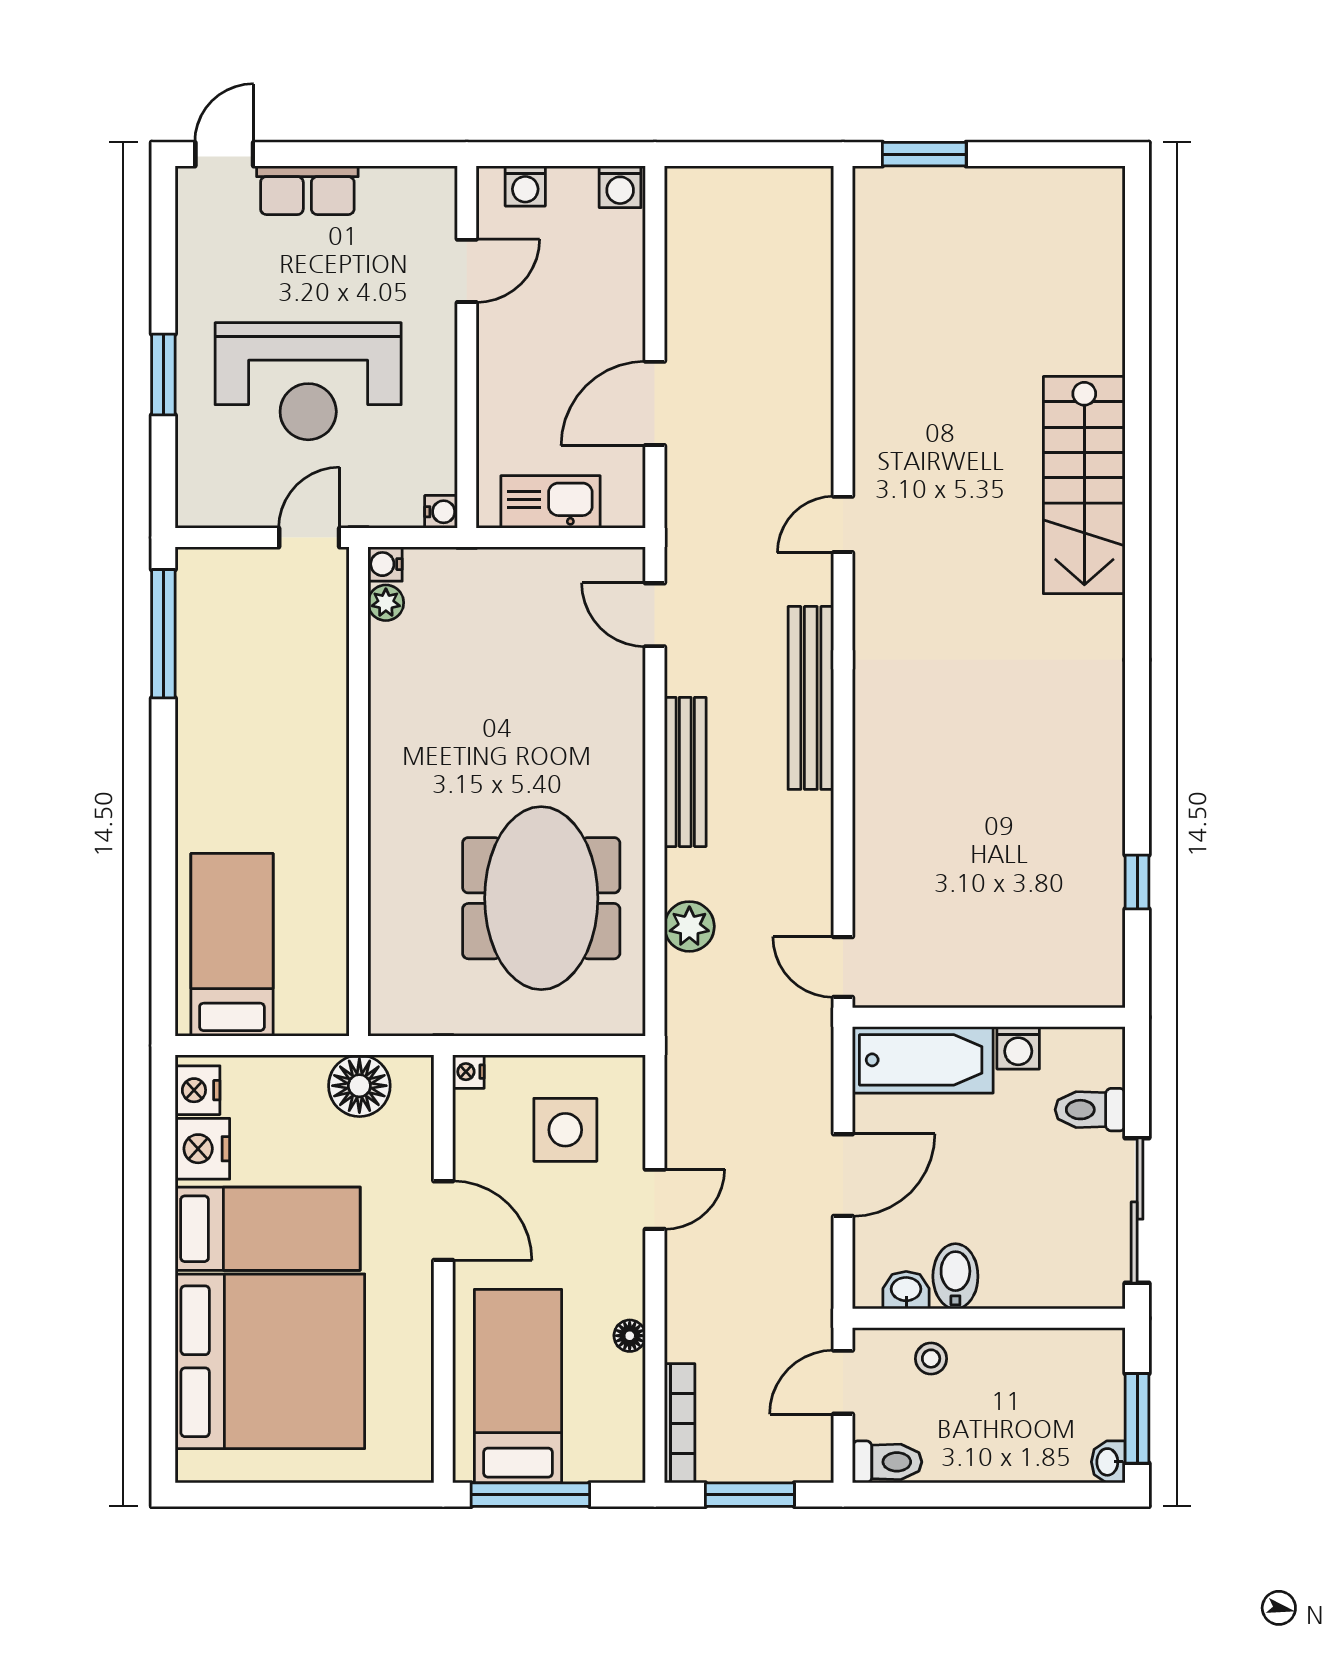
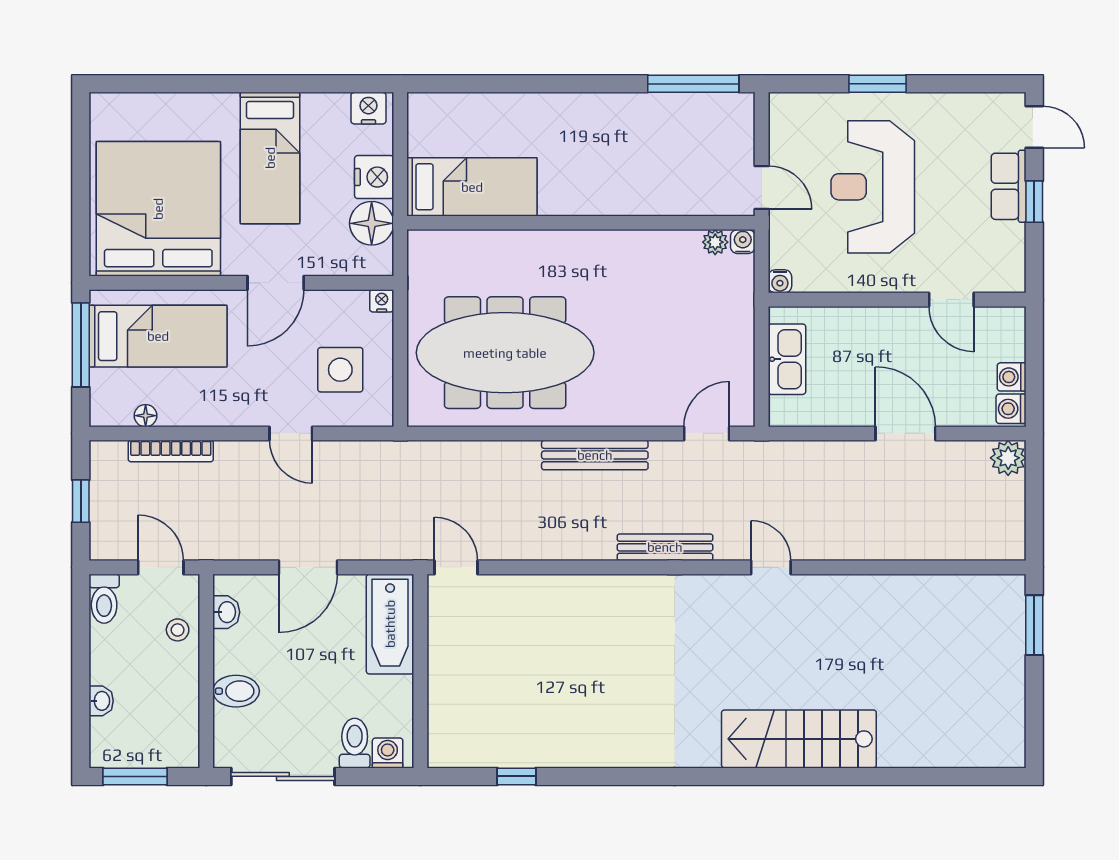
window: (329, 154) -> (1034, 202), added
washing machine: (525, 186) -> (1012, 377), moved
door: (655, 403) -> (906, 433), moved
bench: (811, 698) -> (665, 547), width x0.73, depth x0.82
meeting table: (541, 898) -> (505, 353), width x1.36
plant: (689, 926) -> (1008, 458), moved
bed: (232, 945) -> (472, 187), moved
door: (843, 967) -> (456, 567), hinge flipped
washing machine: (1018, 1048) -> (388, 753), moved, turned 90
nightstand: (202, 1149) -> (374, 177), moved, turned 90
door: (843, 1175) -> (308, 567), hinge flipped
bidet: (955, 1276) -> (236, 691), moved
floor lamp: (630, 1336) -> (146, 416), moved
bed: (270, 1361) -> (158, 209), moved, turned 180
bookcase: (680, 1423) -> (171, 451), moved
washbasin: (1108, 1462) -> (101, 701), moved, turned 90
window: (750, 1495) -> (81, 501), width x0.67

